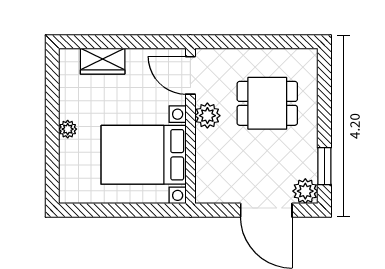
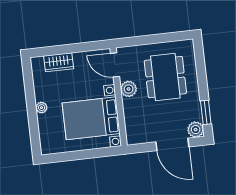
dining table: (267, 103) -> (165, 77), width x1.38

